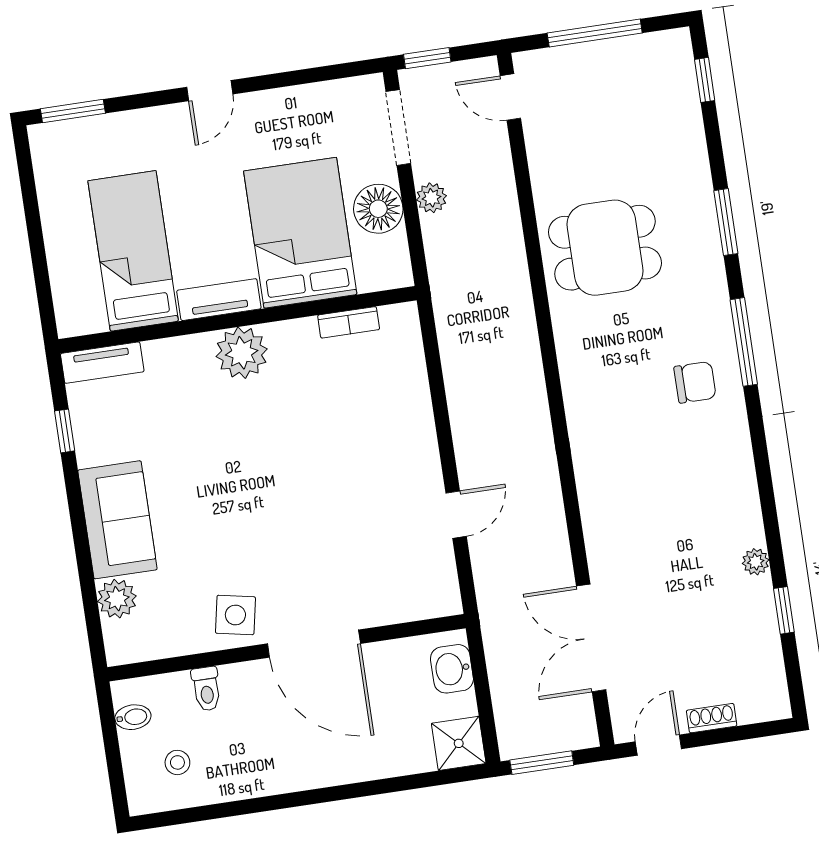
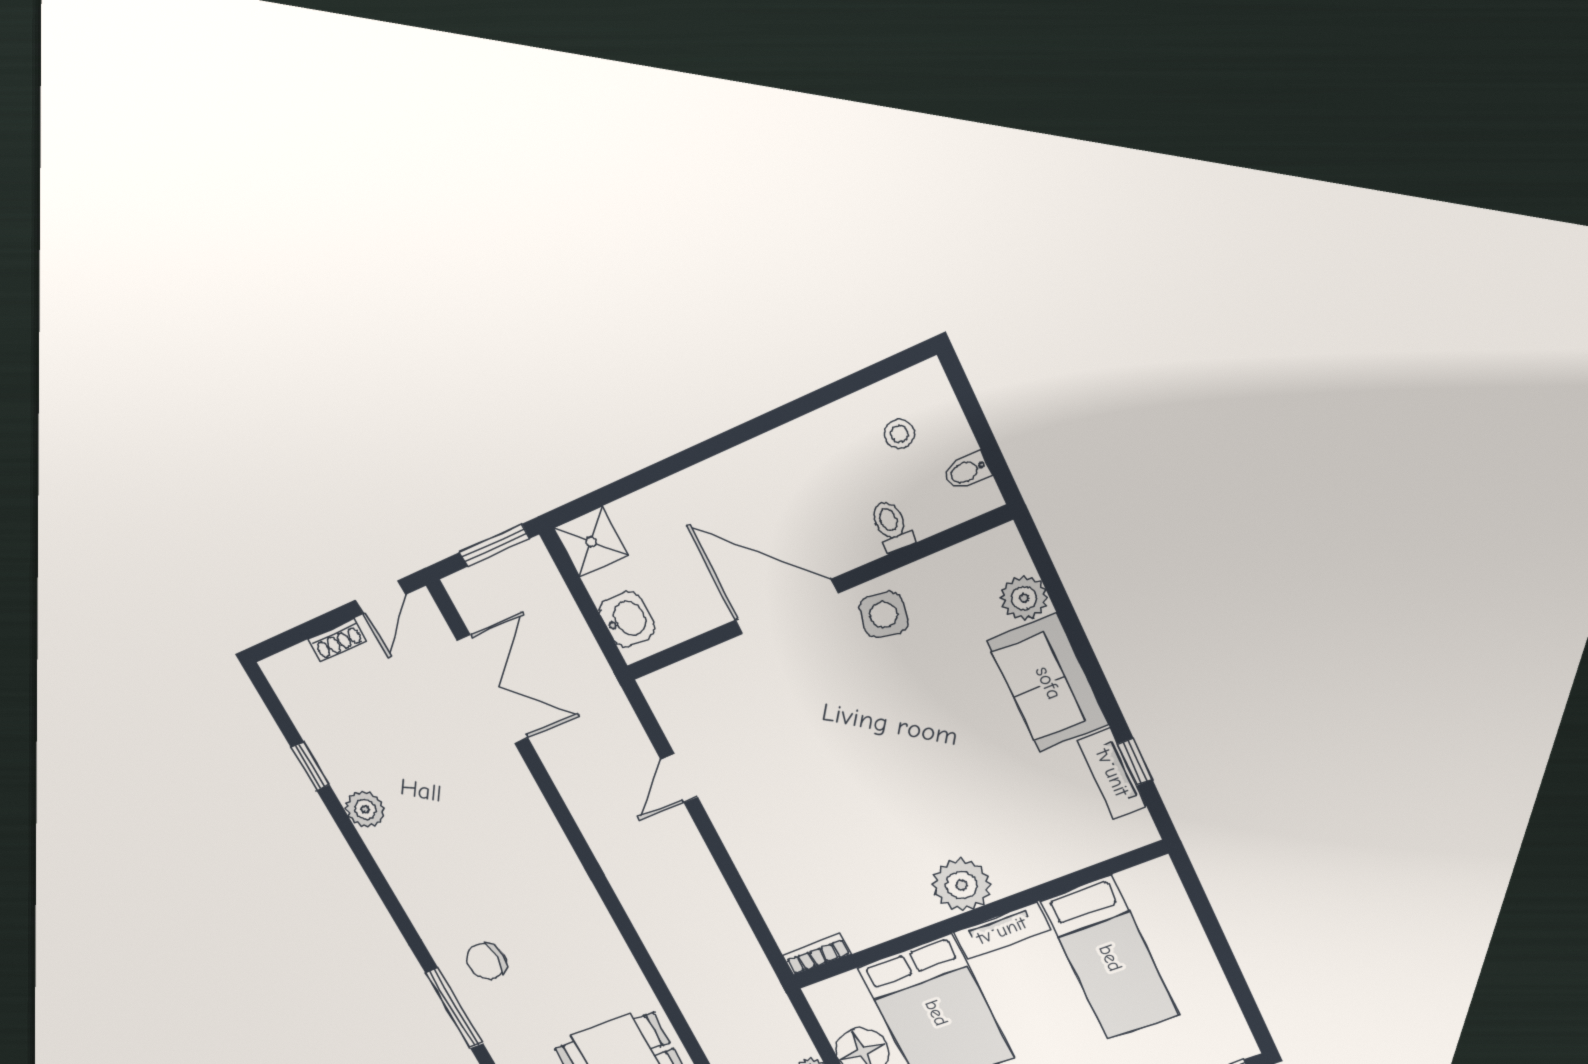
bookcase: (349, 322) -> (817, 954), moved
tv unit: (102, 363) -> (1112, 773), moved, turned -90
plant: (756, 562) -> (365, 809), width x1.38, depth x1.38

